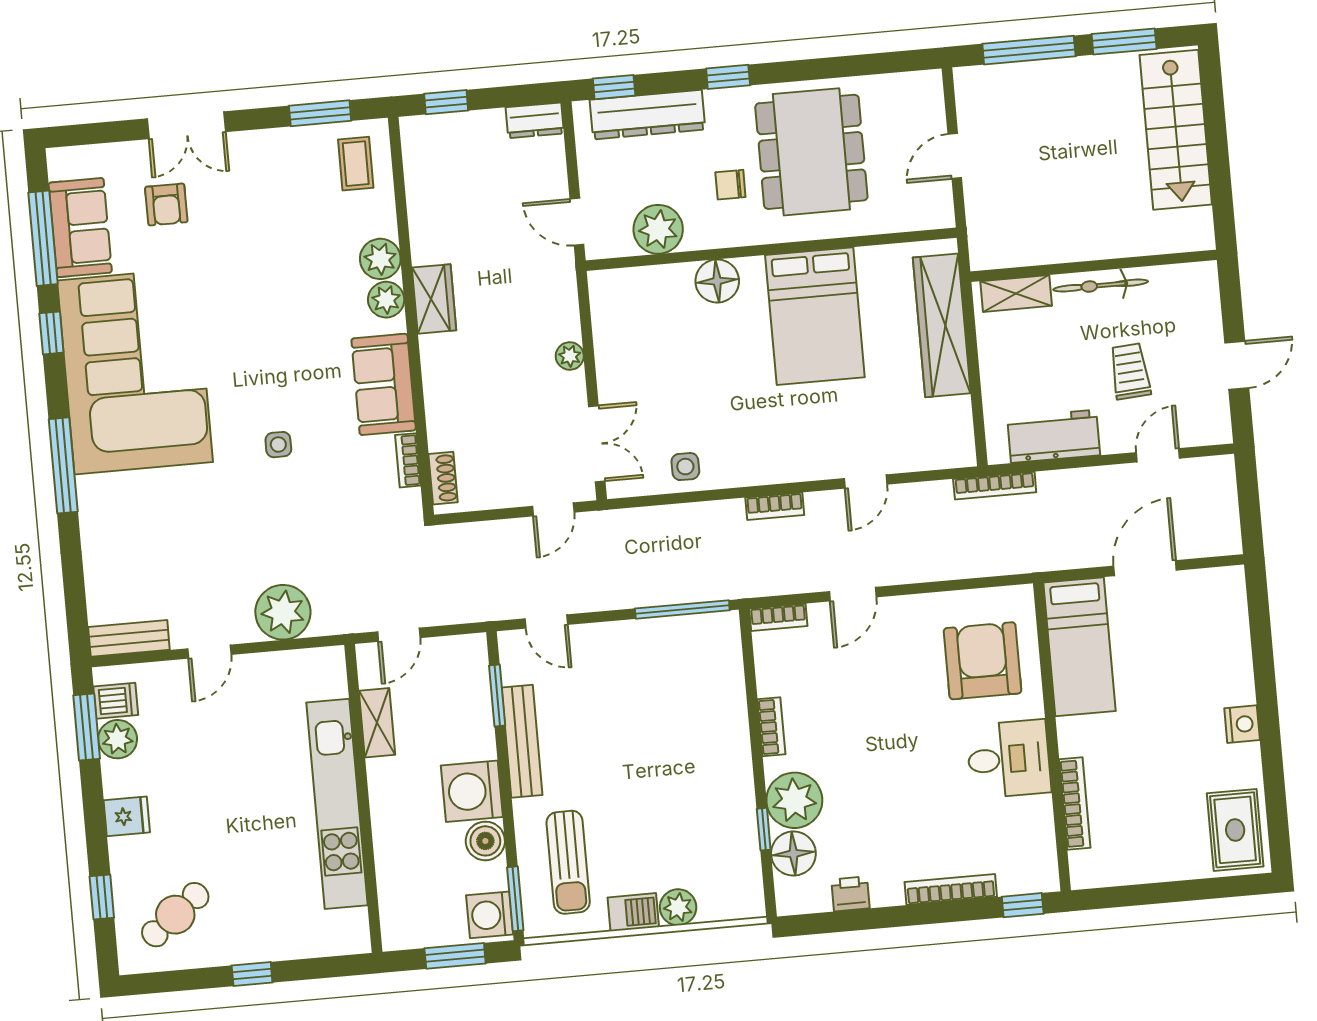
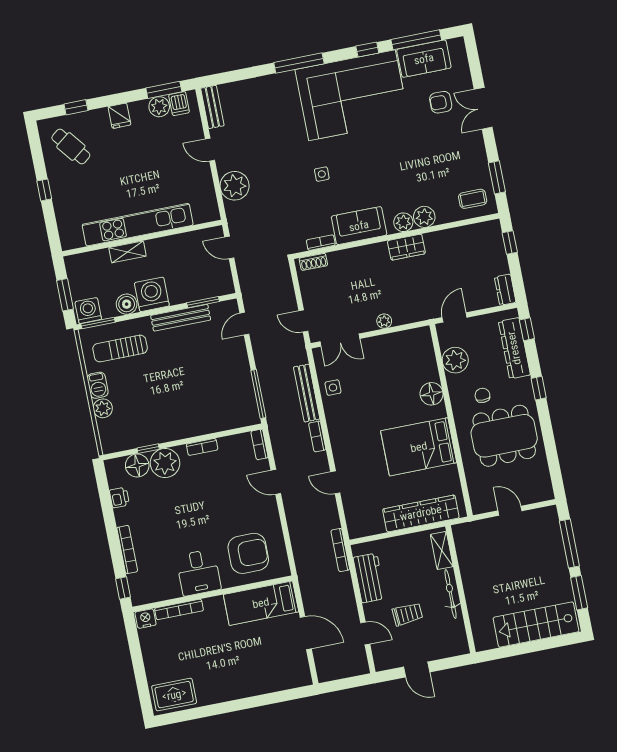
bench: (690, 517) -> (307, 393), added
shelving: (377, 723) -> (127, 252), moved
nightstand: (1242, 724) -> (146, 619), moved, turned 180

